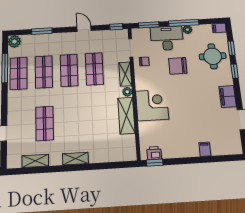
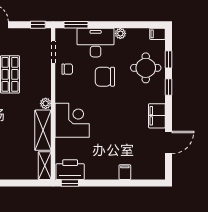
window: (184, 23) -> (117, 25), removed
shelving: (125, 74) -> (45, 166), moved
printer: (154, 153) -> (70, 170), width x1.87, depth x1.48

